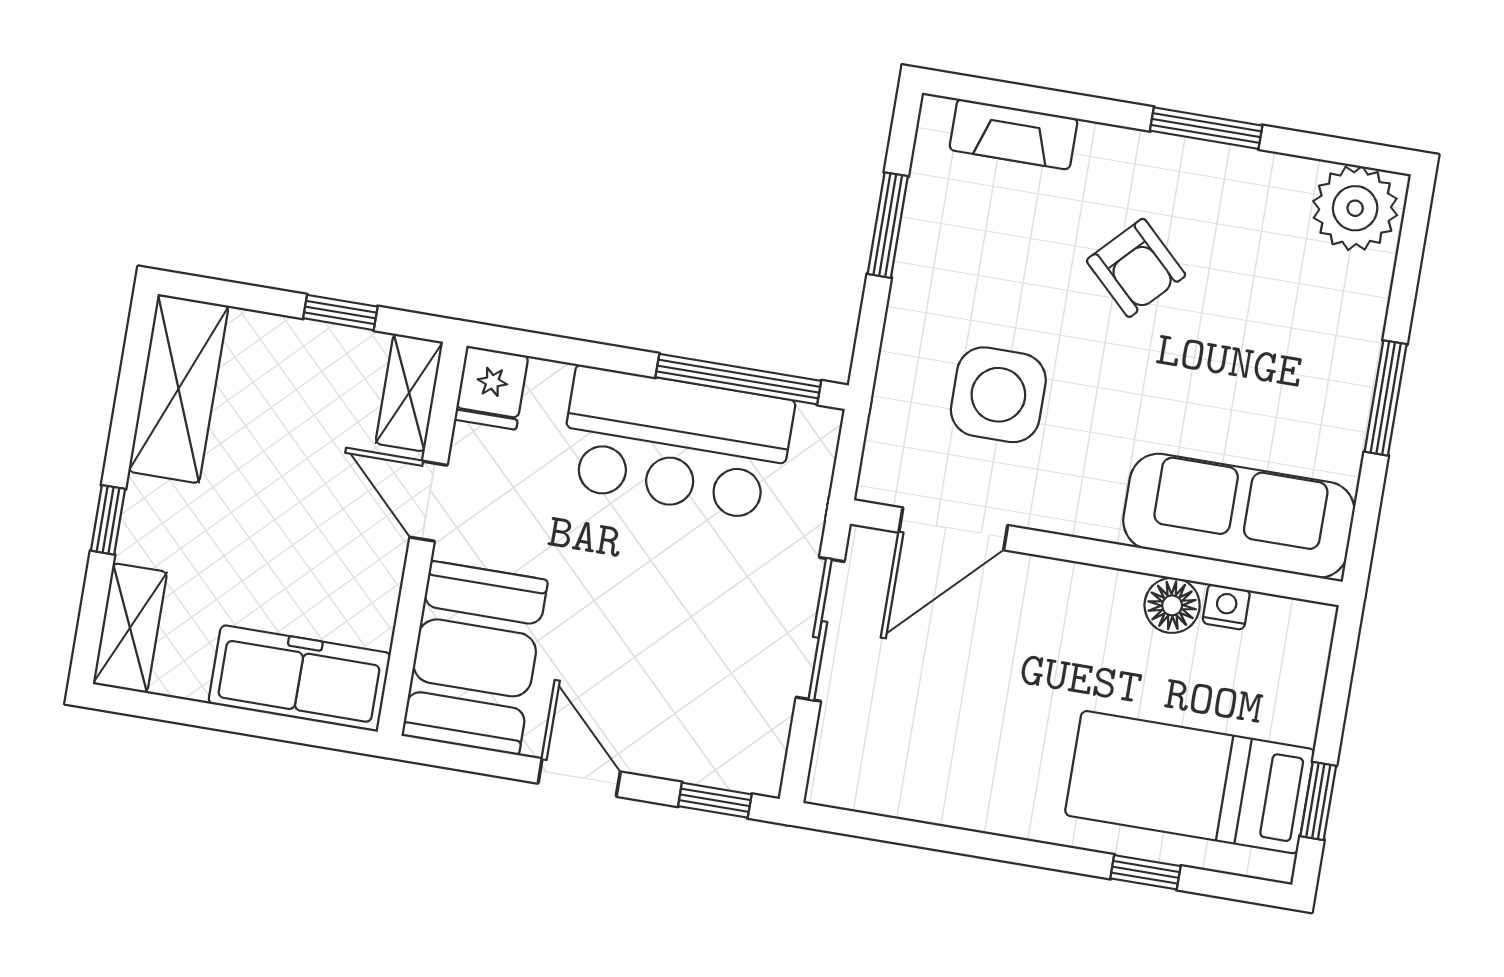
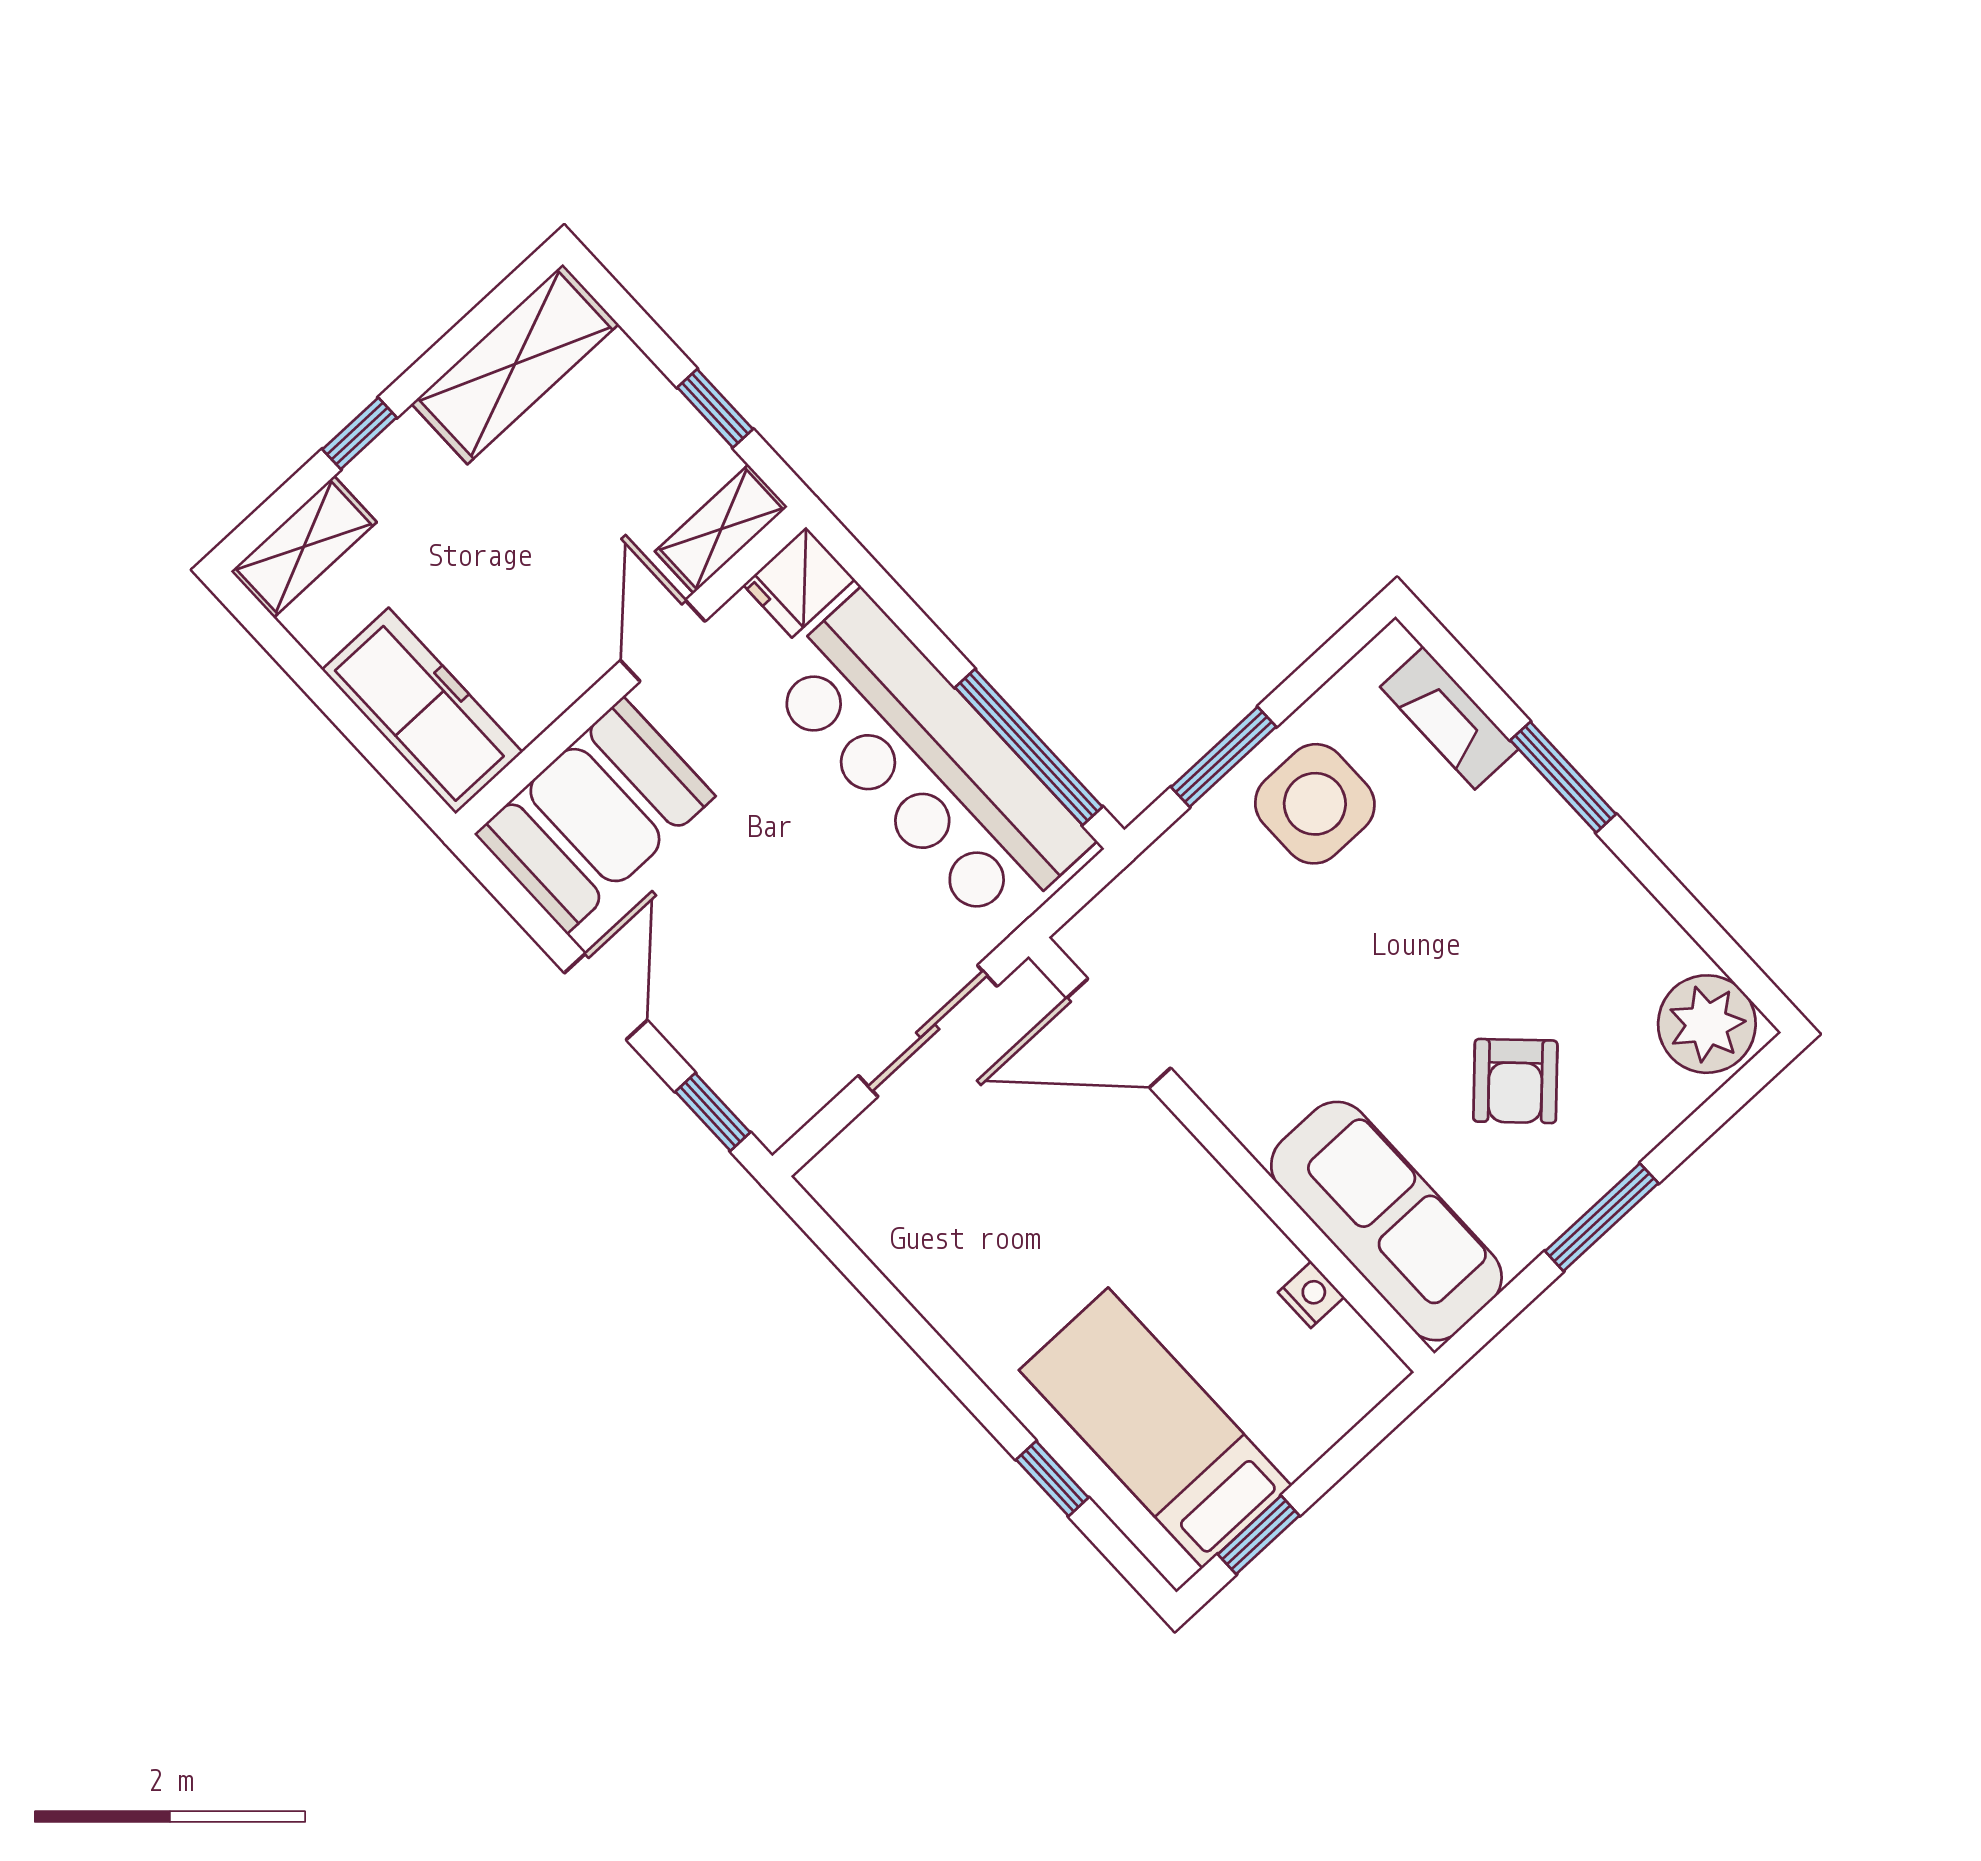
window: (1206, 128) -> (1563, 777), moved
window: (888, 225) -> (1224, 757), moved
armchair: (1136, 268) -> (1515, 1081), moved
side table: (998, 395) -> (1315, 804), moved
bar counter: (676, 443) -> (927, 762), width x1.36
floor lamp: (1172, 605) -> (1263, 1256), removed

